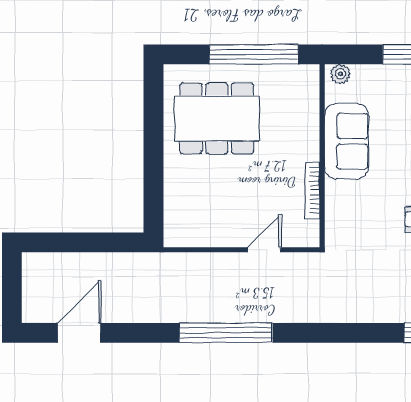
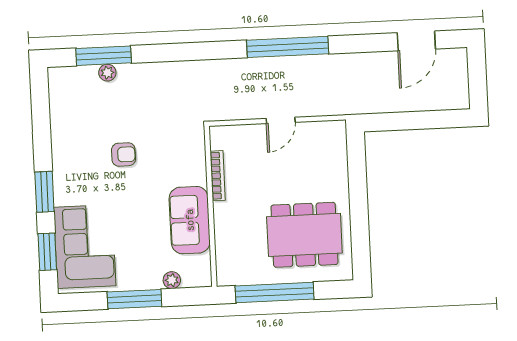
plant: (340, 74) -> (172, 280), moved
door: (264, 250) -> (281, 120), moved

